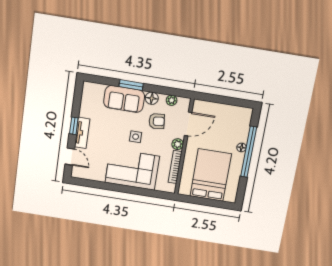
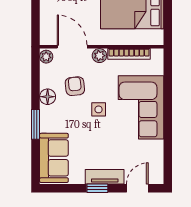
sofa: (124, 99) -> (54, 158), moved
plant: (172, 100) -> (46, 57), moved

